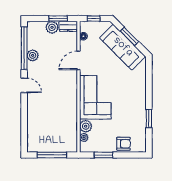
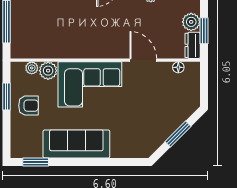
window: (94, 18) -> (204, 82), removed
sofa: (123, 47) -> (76, 144), moved, turned 45
window: (149, 119) -> (36, 162), moved
armchair: (123, 144) -> (28, 106), moved, turned -90

